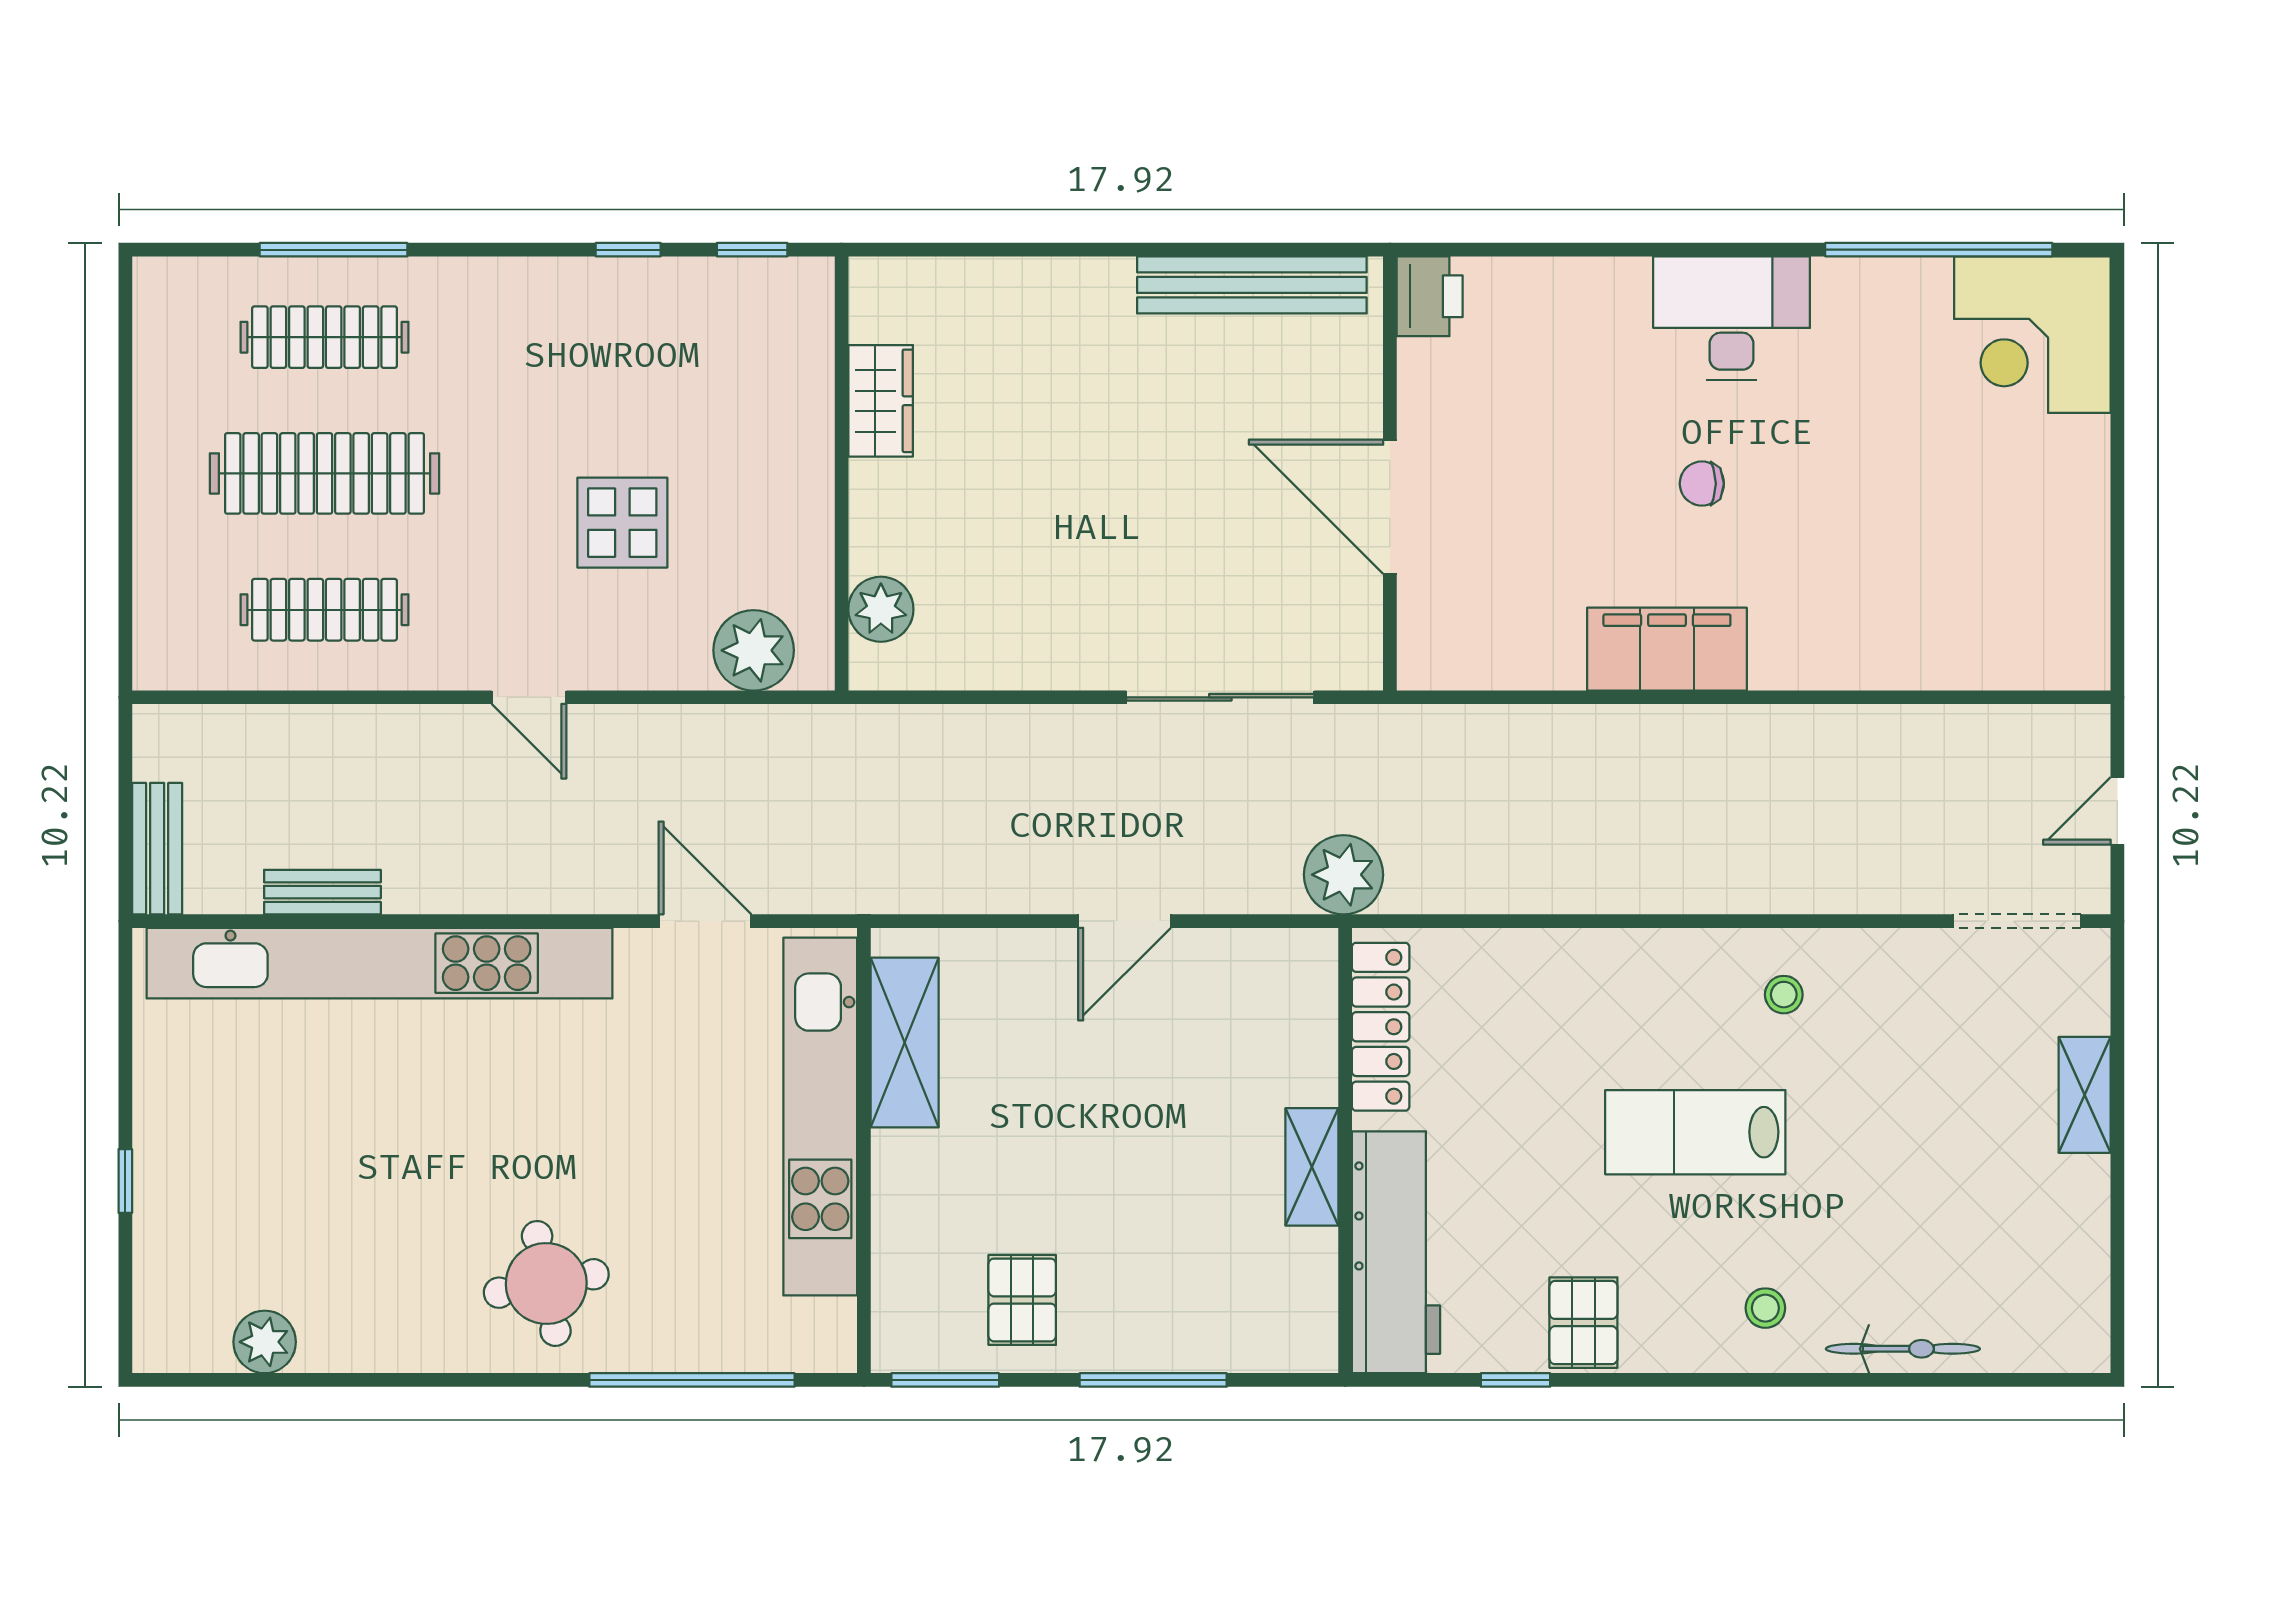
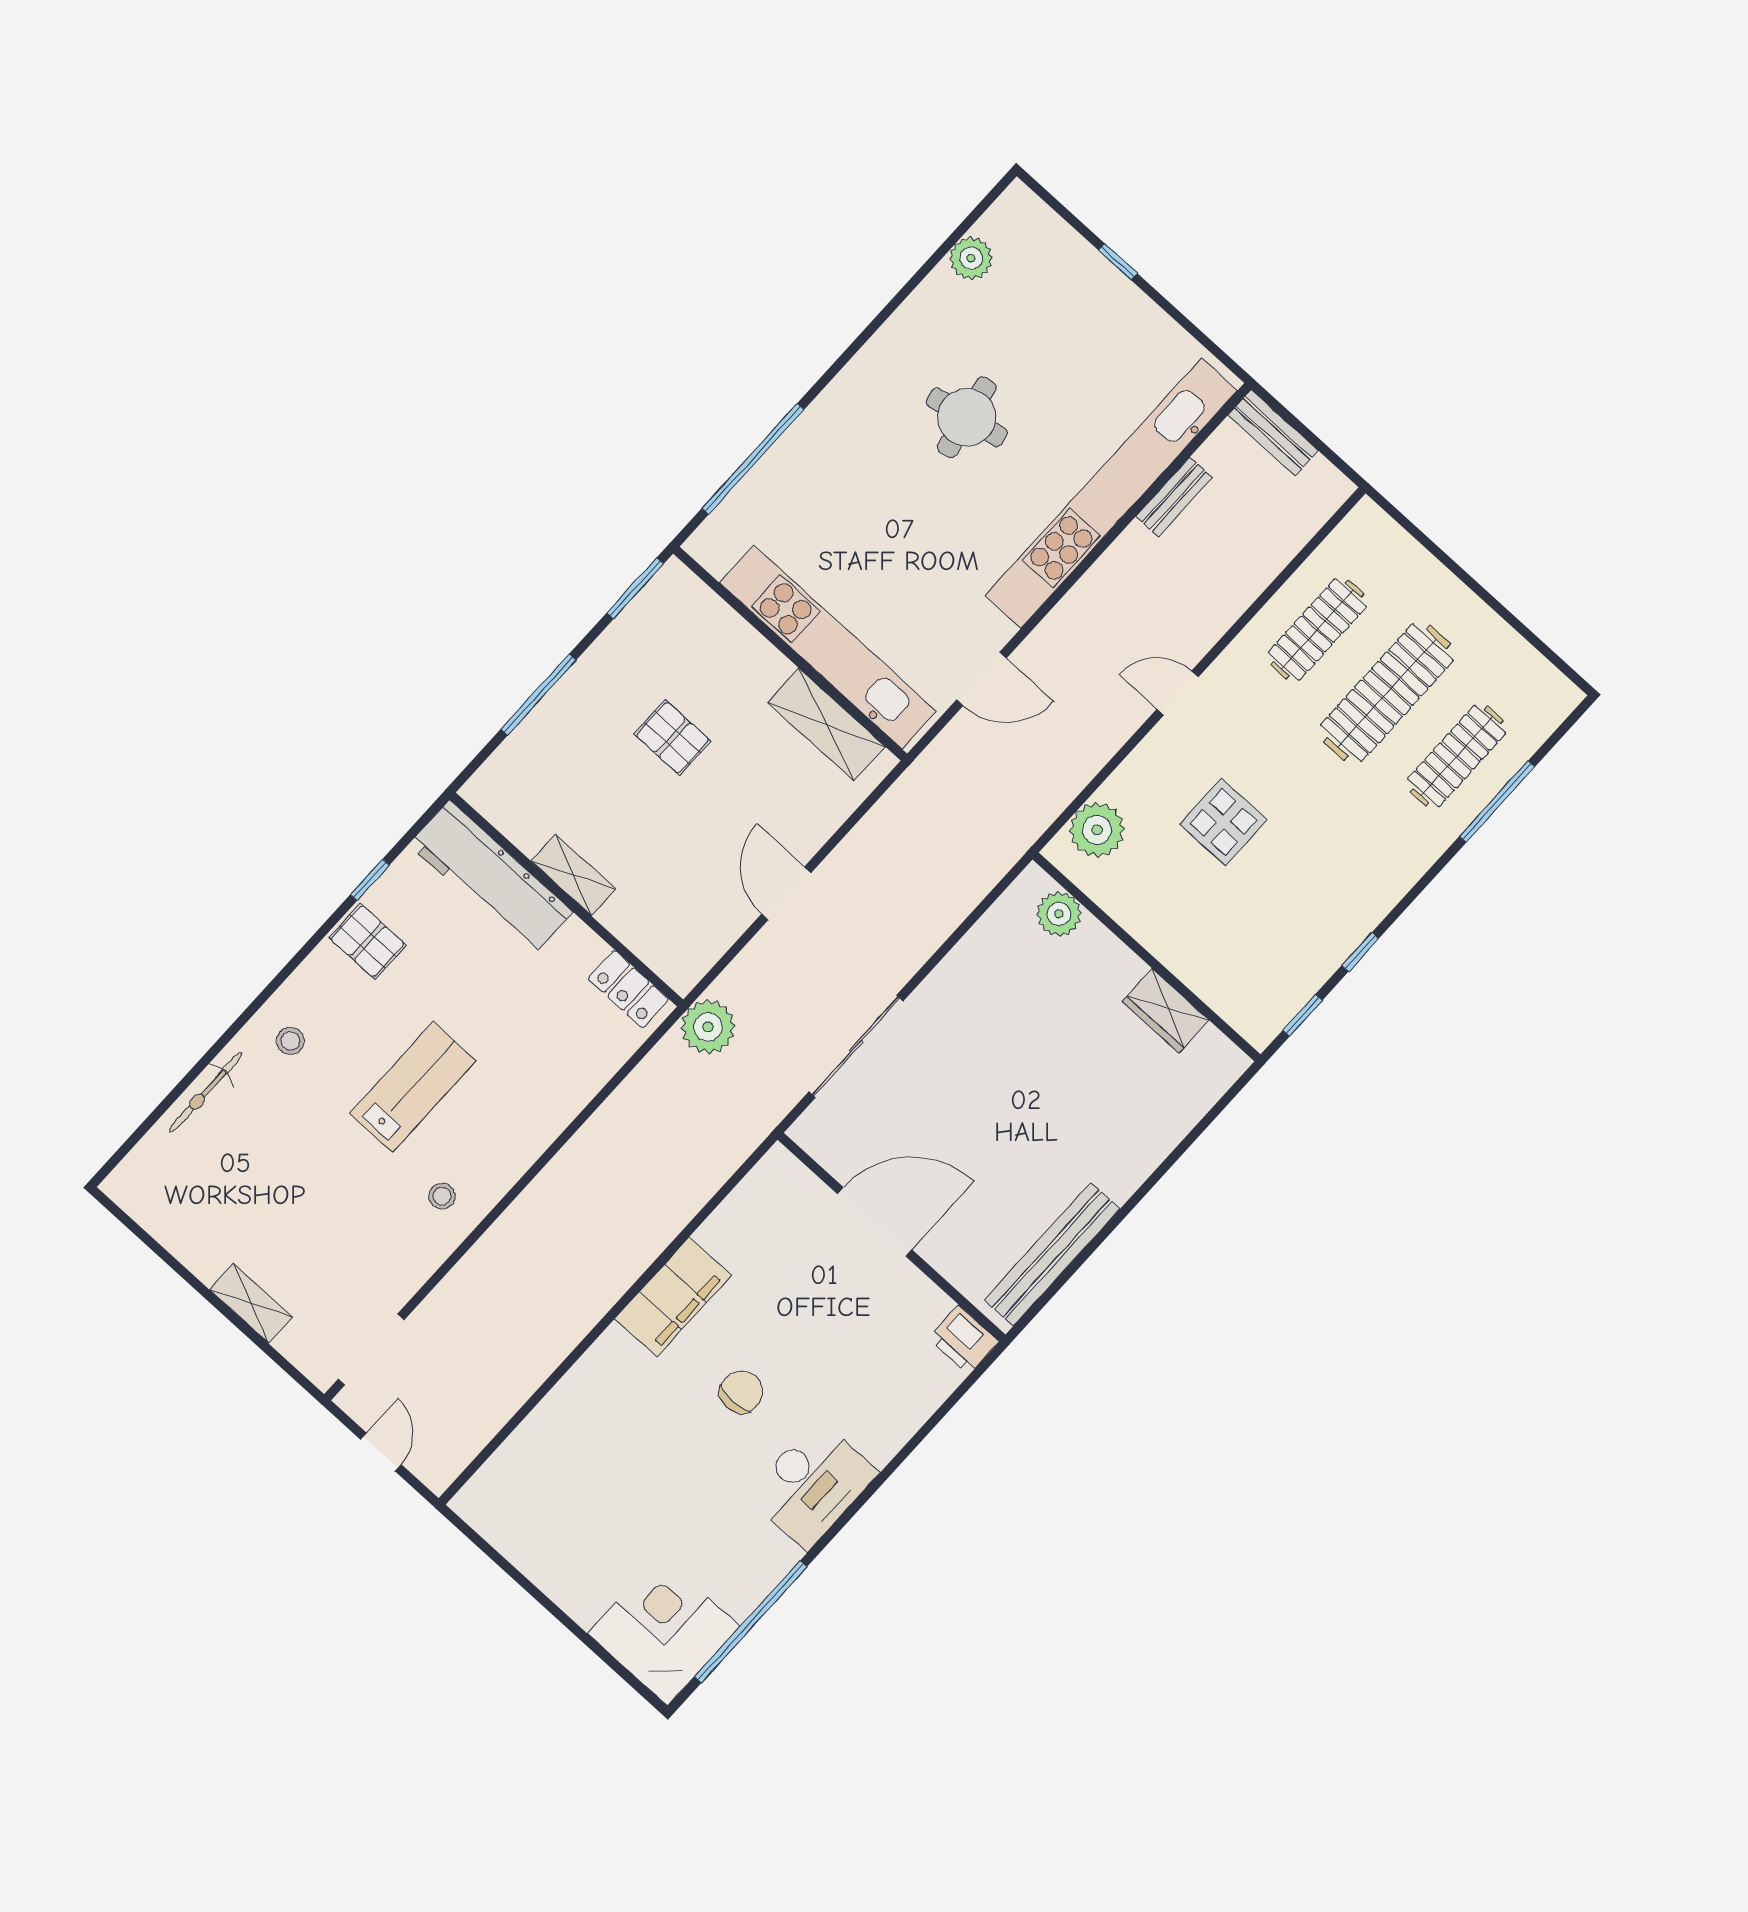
chair: (1702, 484) -> (741, 1392), width x1.37, depth x1.37
locker: (1381, 1027) -> (628, 989), width x0.66
round table: (546, 1283) -> (967, 417), moved
pallet: (1022, 1300) -> (672, 738), moved

